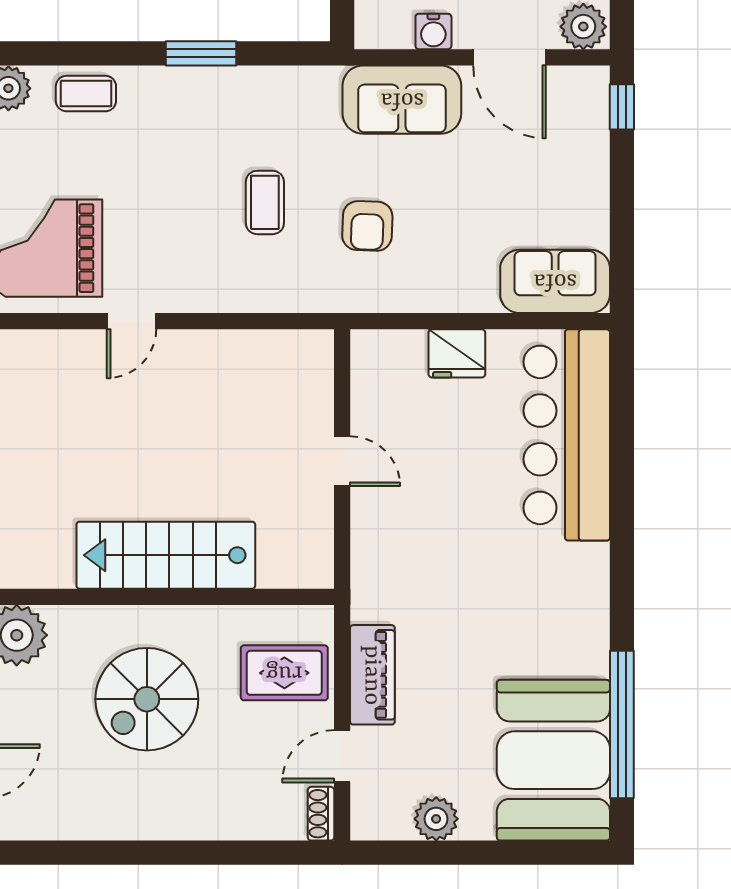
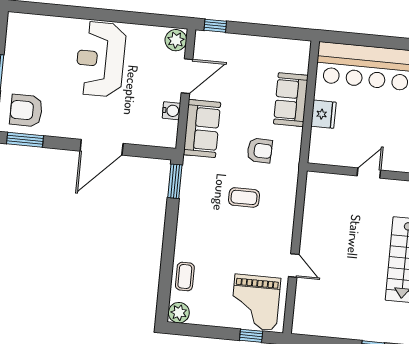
window: (201, 53) -> (175, 181), moved
sofa: (555, 281) -> (291, 100), moved

